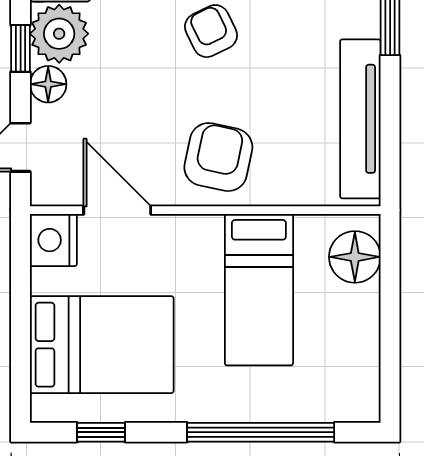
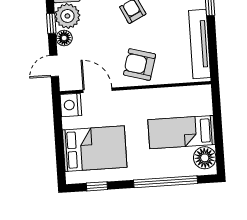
armchair: (218, 157) -> (140, 65), turned -86
floor lamp: (355, 257) -> (205, 158), moved
bed: (259, 290) -> (181, 132), moved, turned 90

